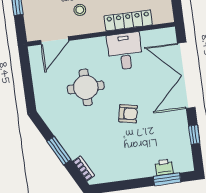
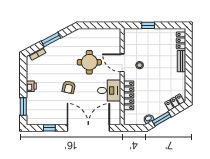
door: (55, 40) -> (122, 63), moved
printer: (164, 167) -> (31, 86), moved

